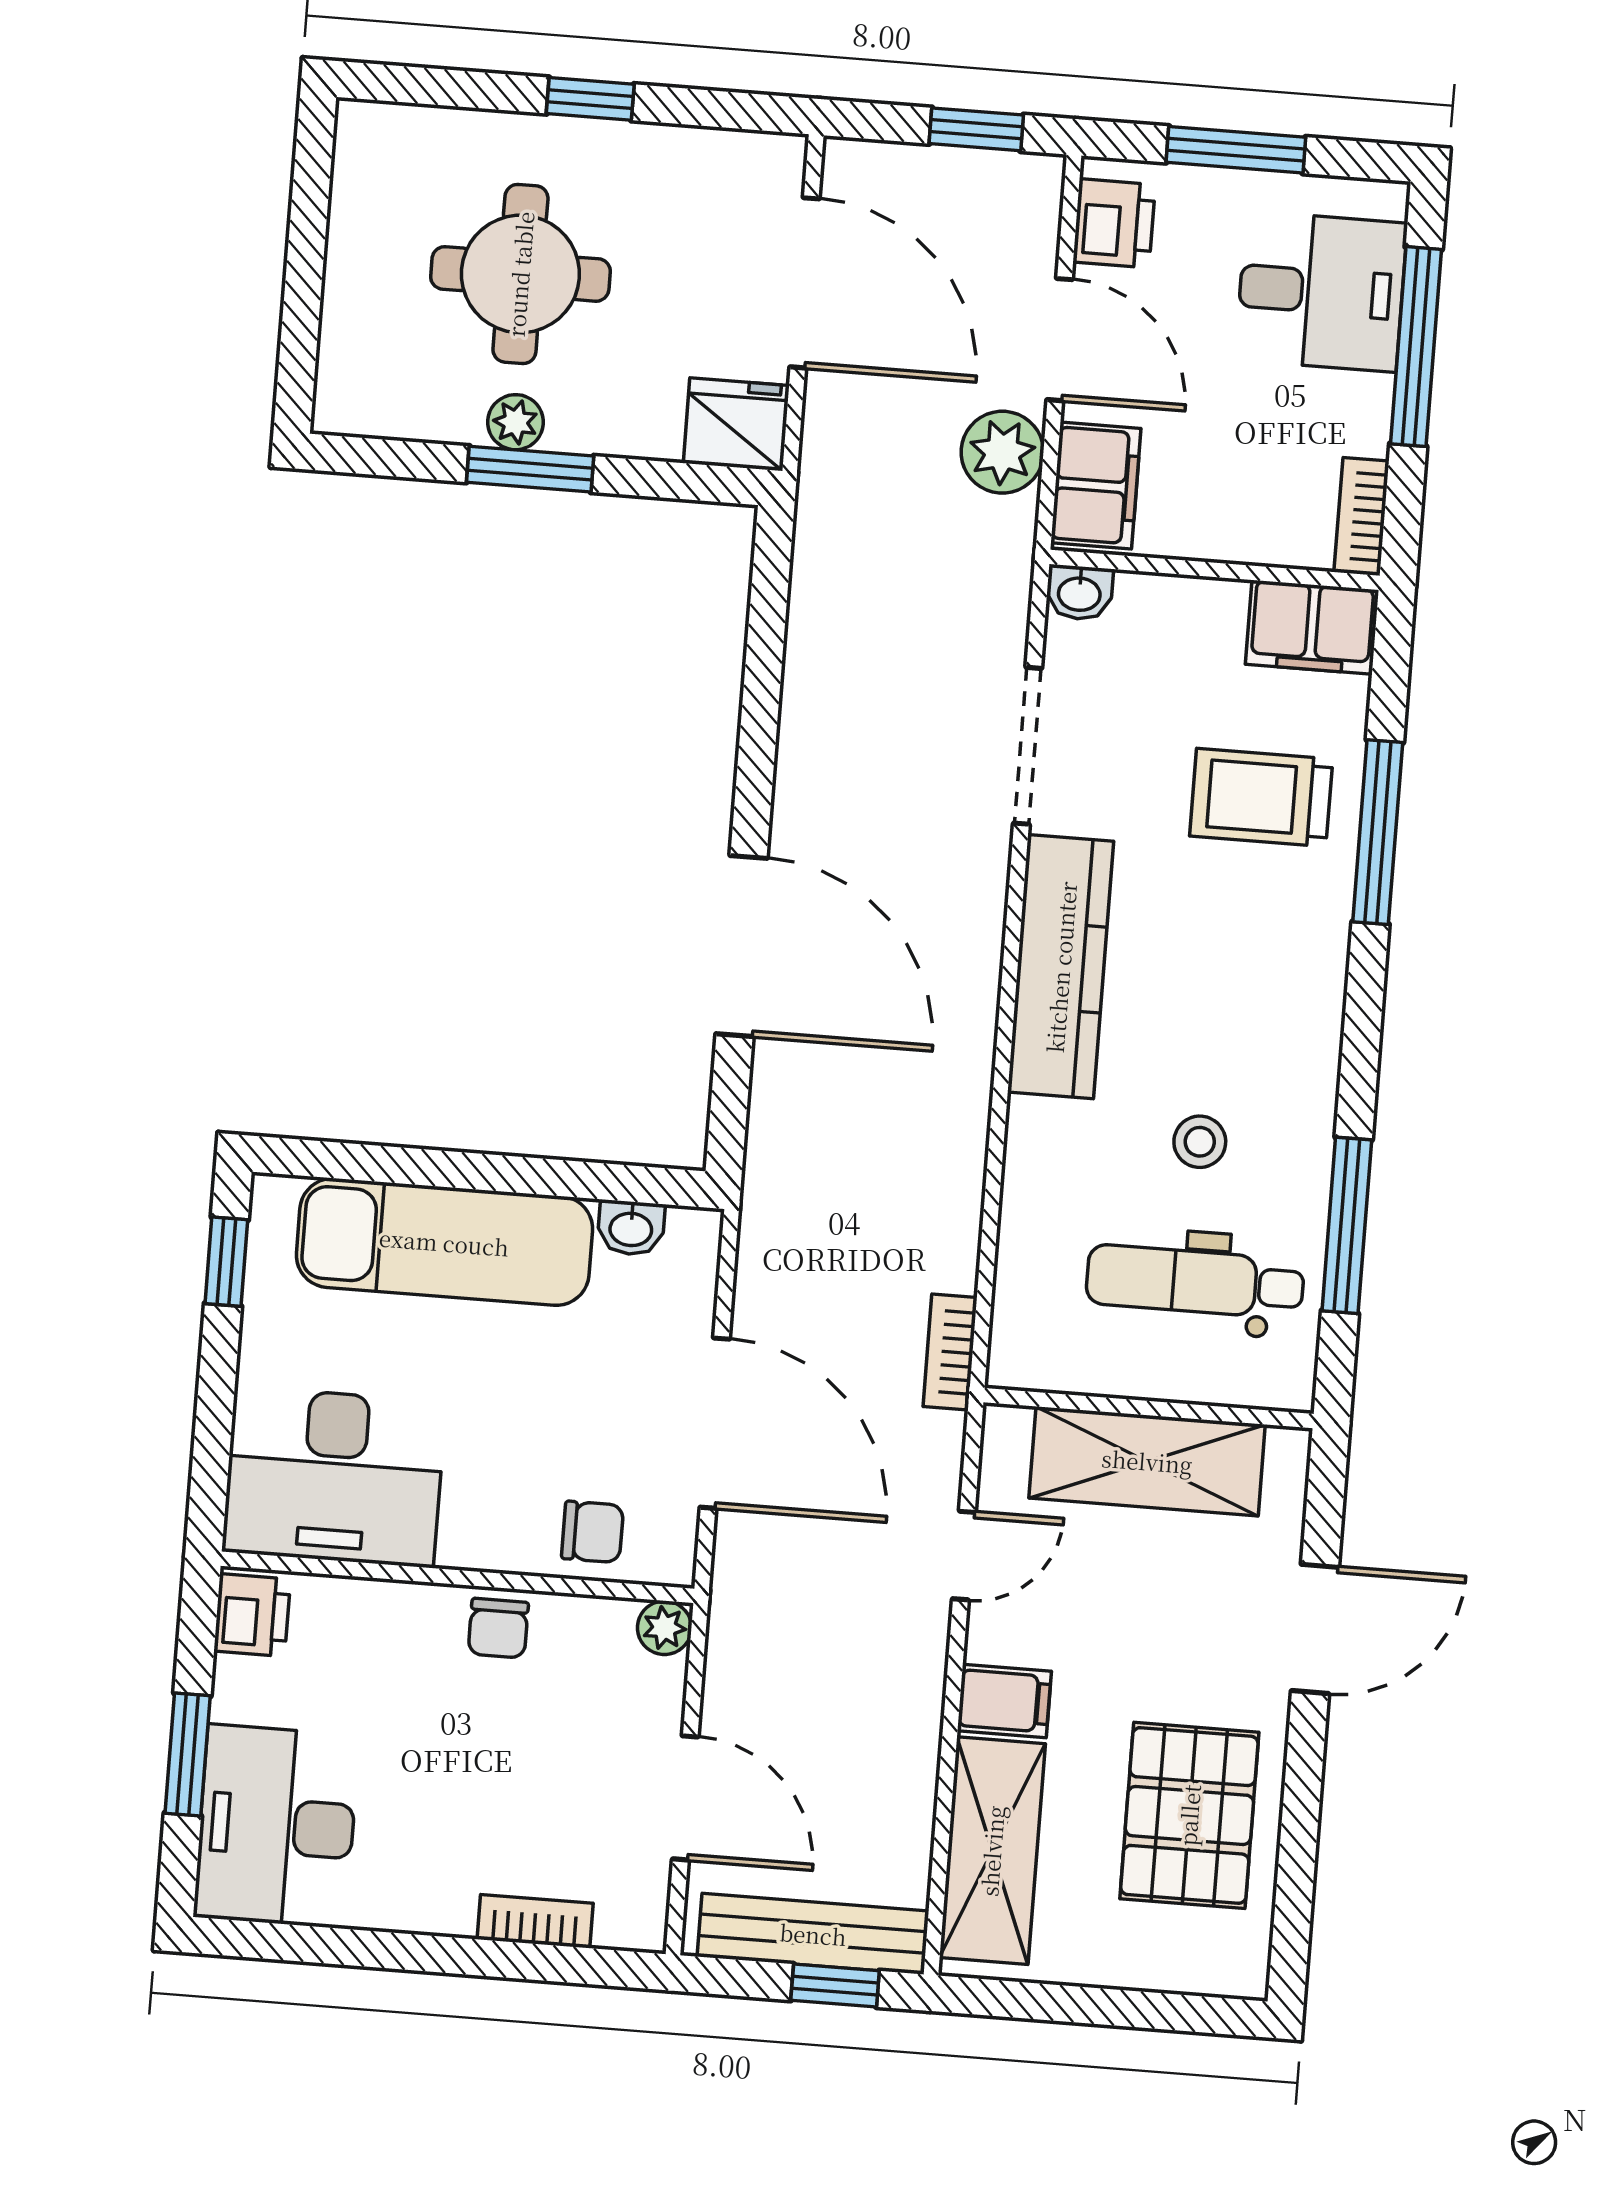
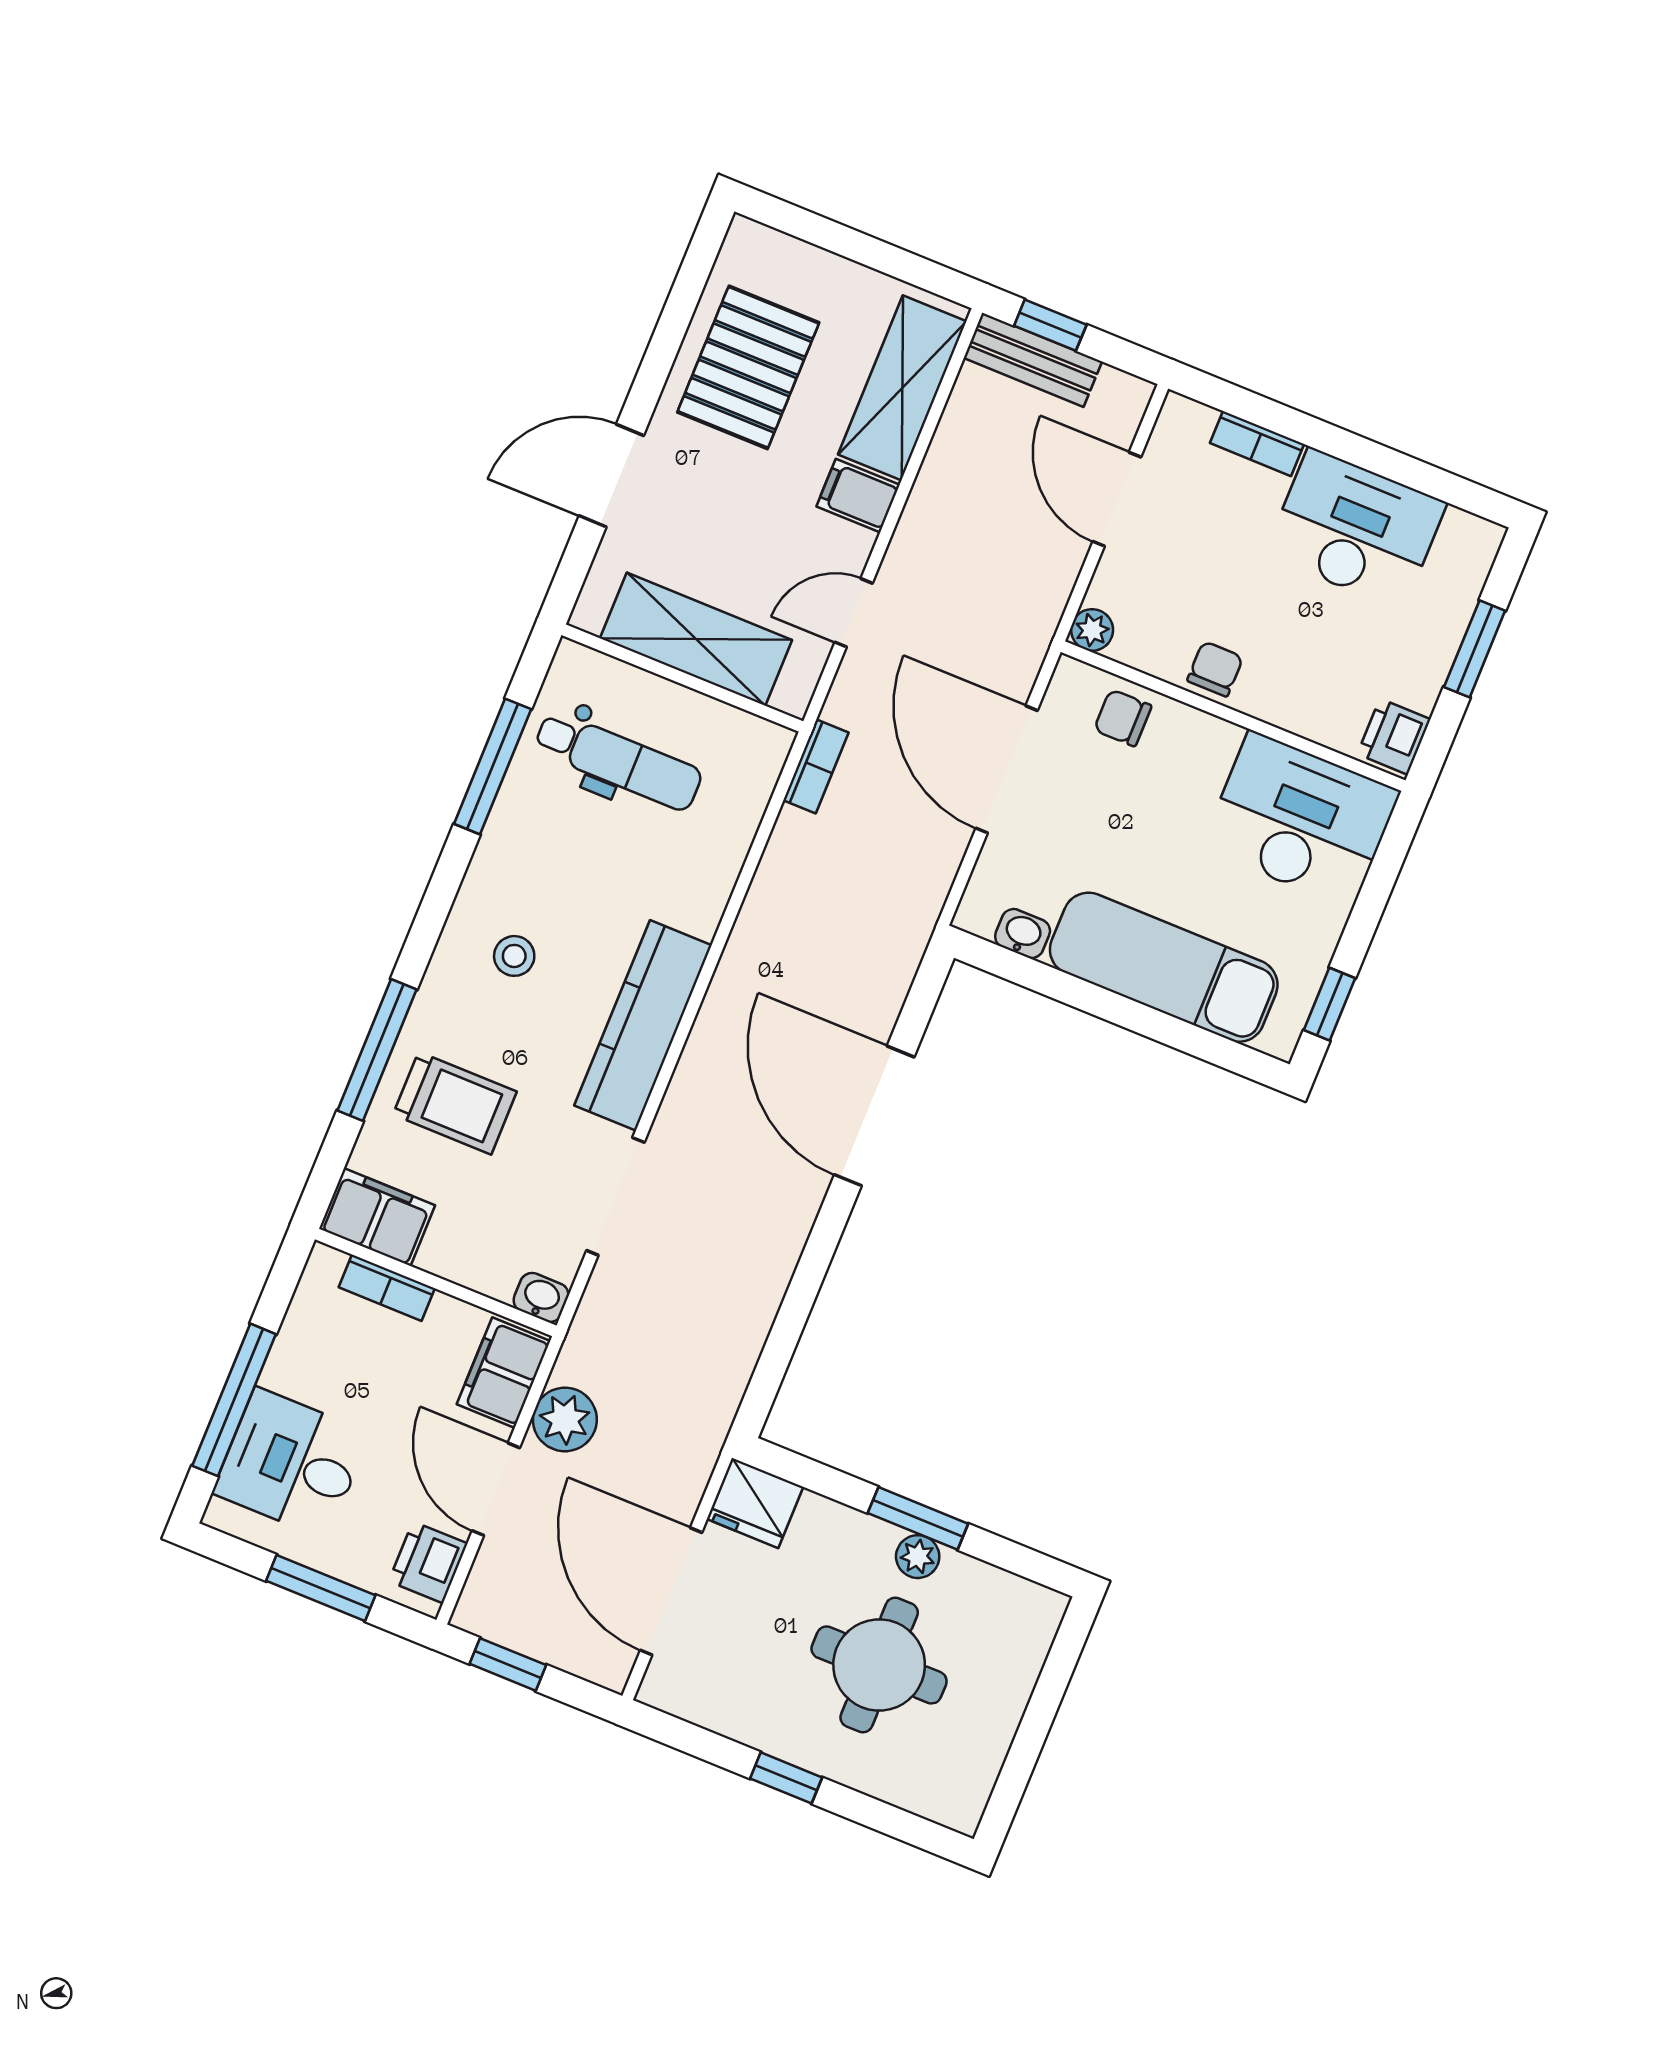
bookcase: (1361, 516) -> (387, 1288), moved, turned 90
stool: (1200, 1142) -> (514, 956), moved
desk: (277, 1826) -> (1356, 529), moved, turned -90
bench: (813, 1934) -> (1033, 360), width x0.73

